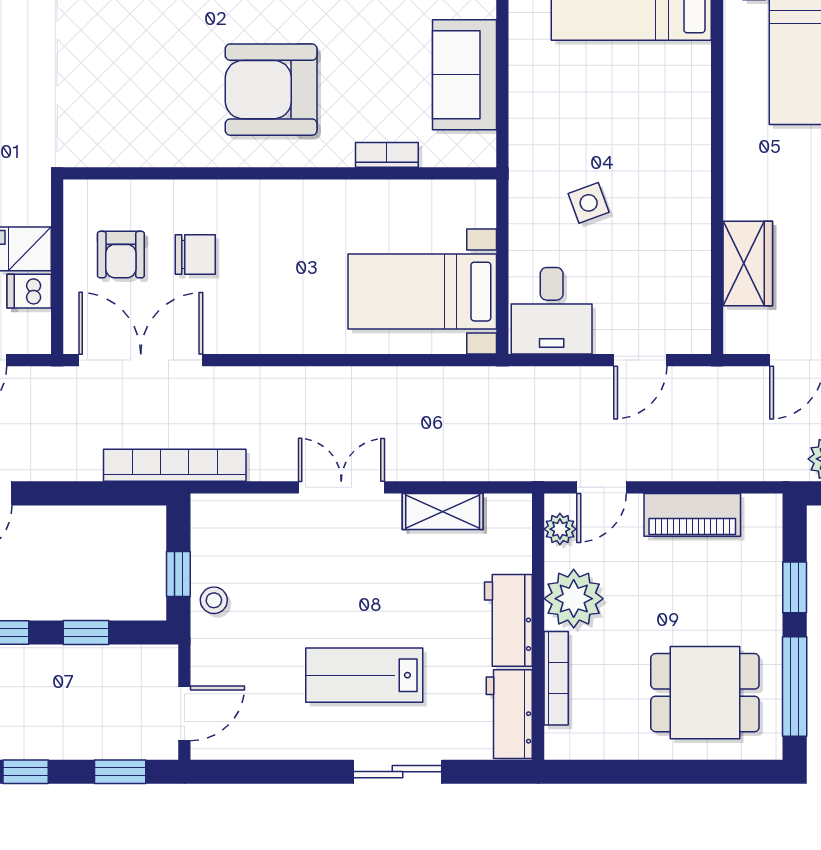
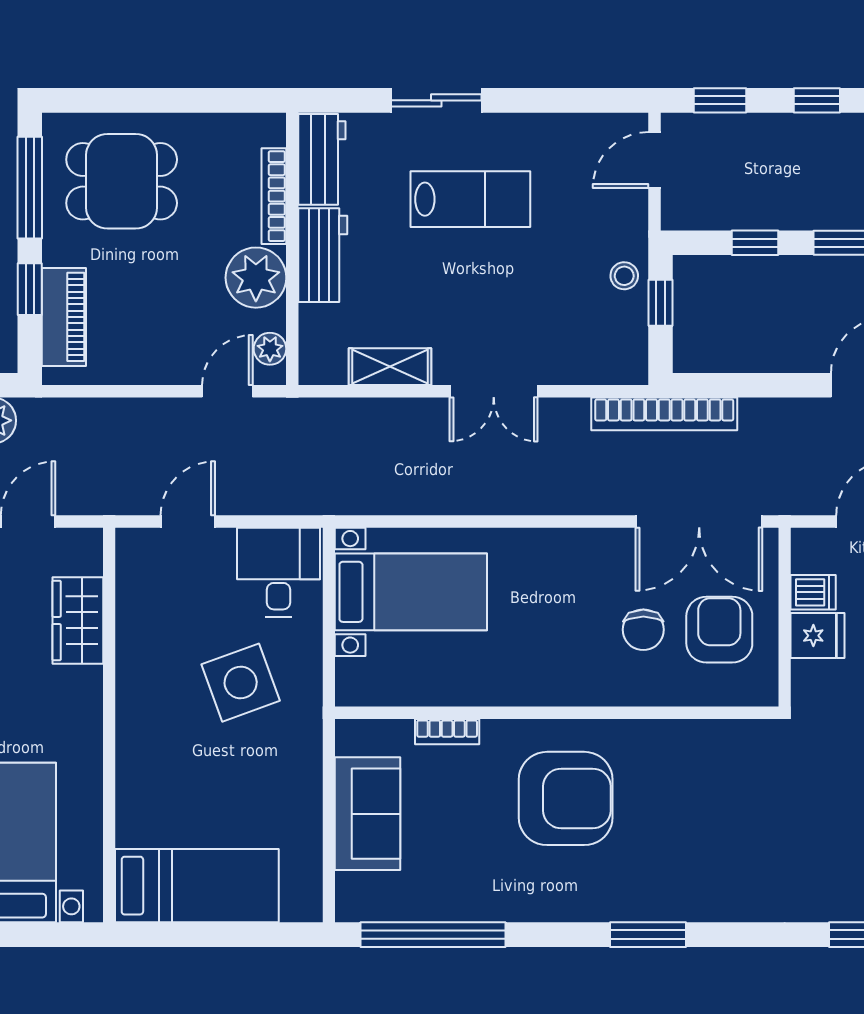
side table: (589, 203) -> (241, 683), width x1.87, depth x1.87
chair: (195, 254) -> (643, 630), turned -90
armchair: (121, 255) -> (719, 630), width x1.38, depth x1.38
piano: (692, 515) -> (64, 317), moved, turned 90

